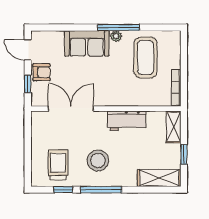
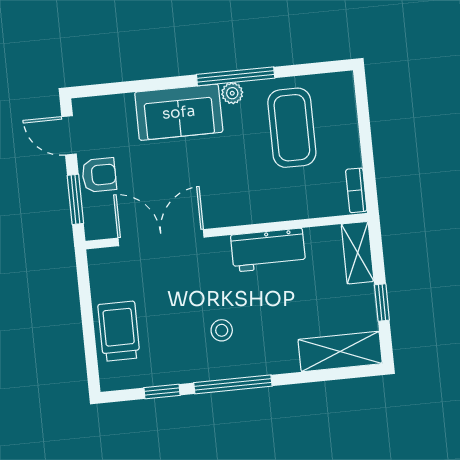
window: (28, 84) -> (75, 199), width x1.50
bookcase: (176, 87) -> (356, 190), width x0.64
stool: (98, 161) -> (222, 330), width x0.53, depth x0.53
trolley: (58, 165) -> (119, 331), moved

